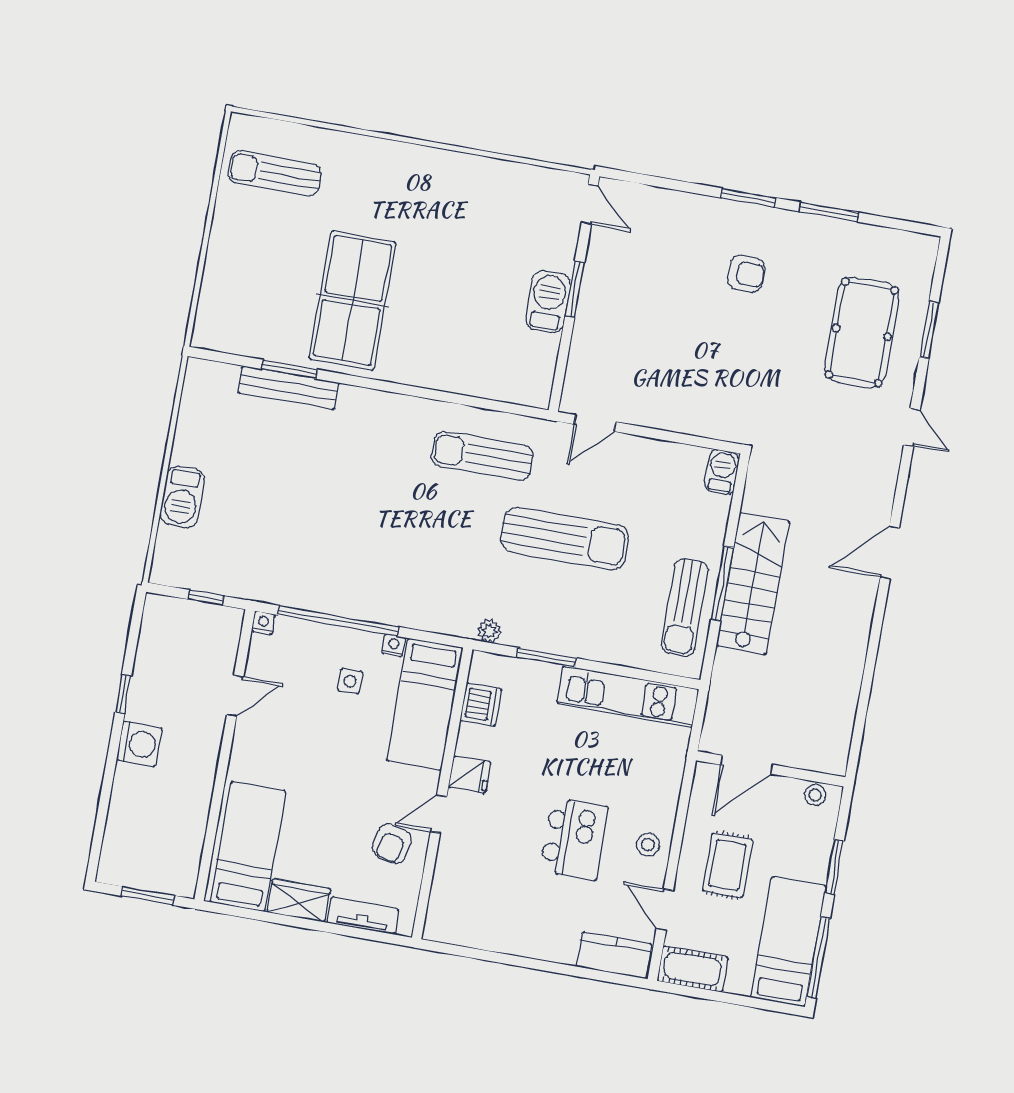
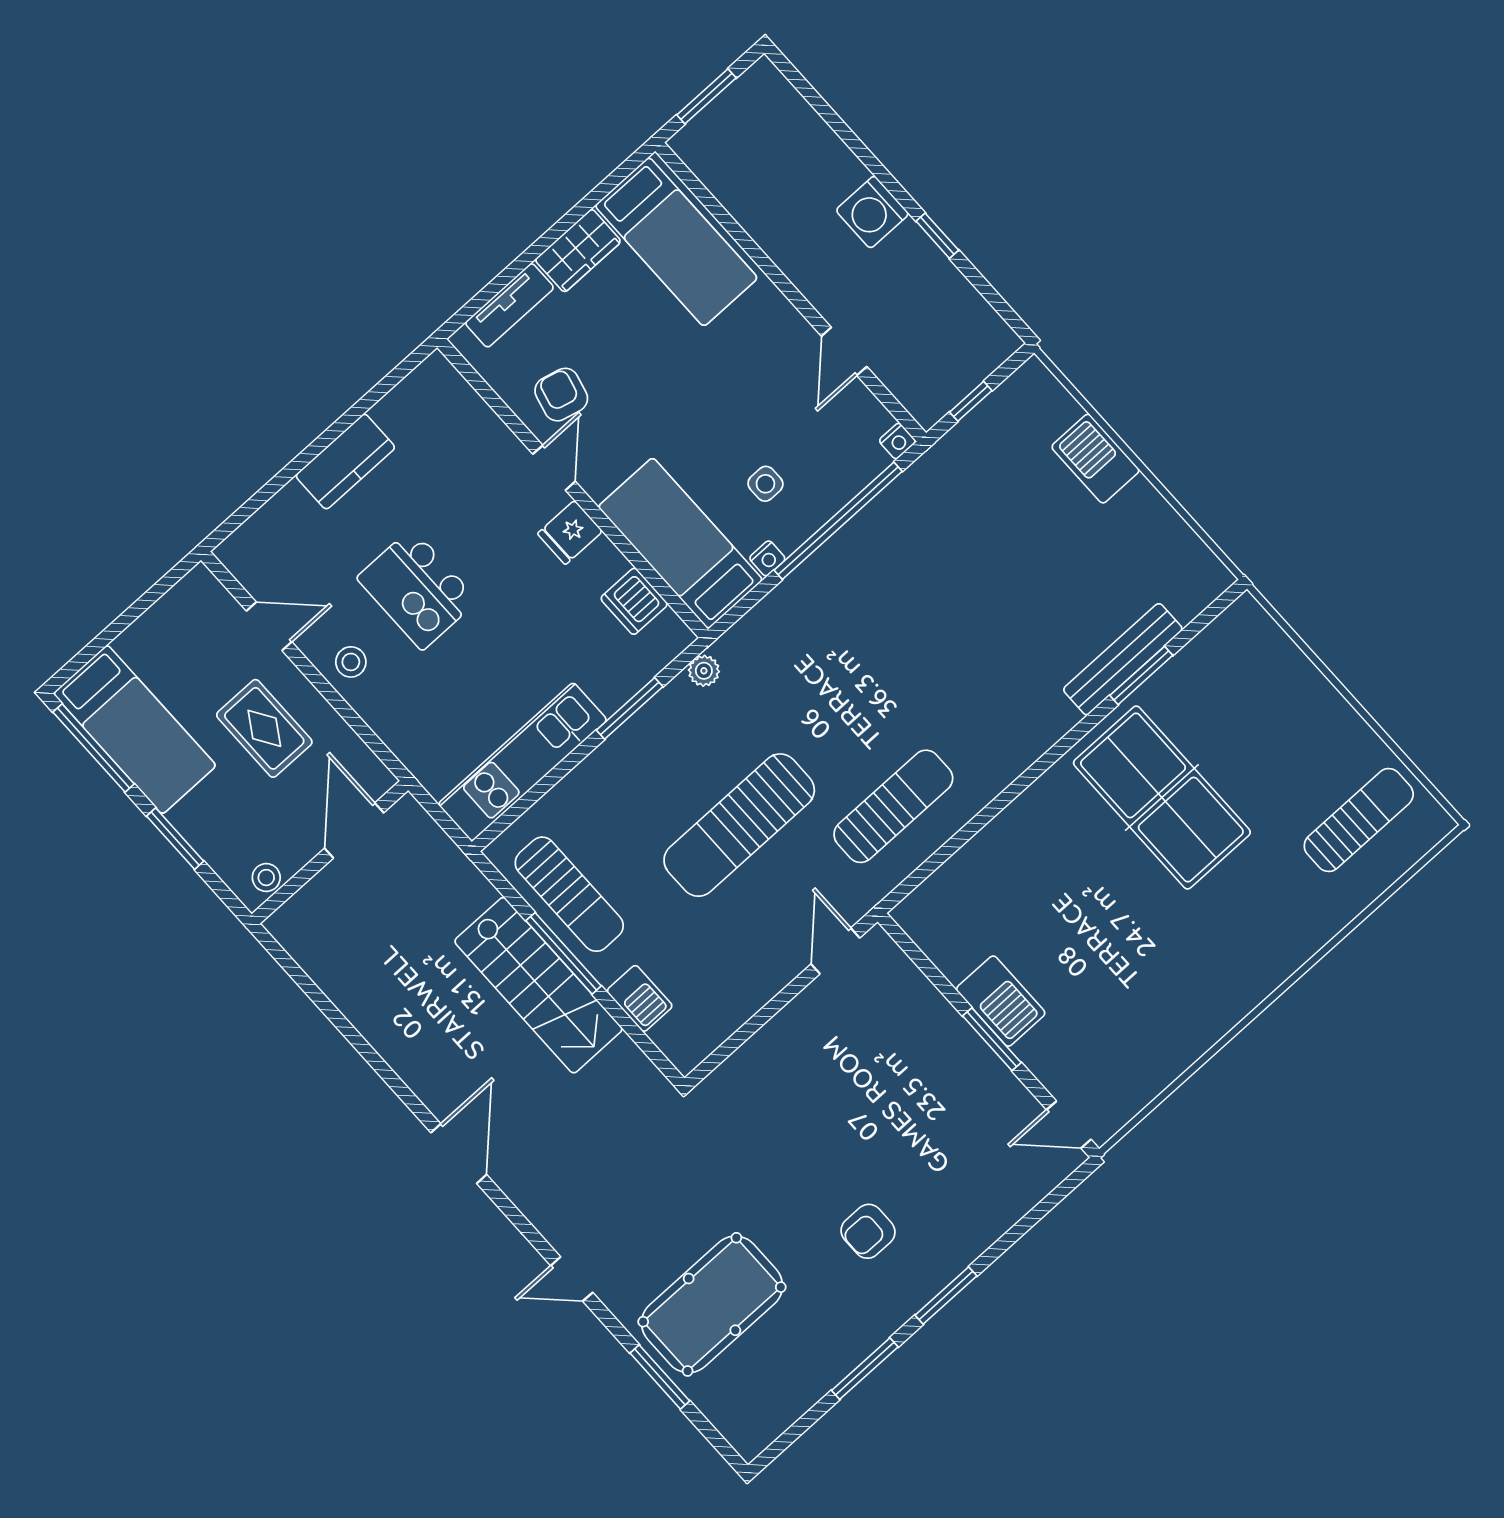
pool table: (862, 332) -> (712, 1304), turned 90
barbecue: (722, 472) -> (640, 998), moved
sun lounger: (685, 607) -> (569, 894), turned 180
kitchen counter: (614, 955) -> (345, 462), moved
cot: (693, 969) -> (184, 607), removed

